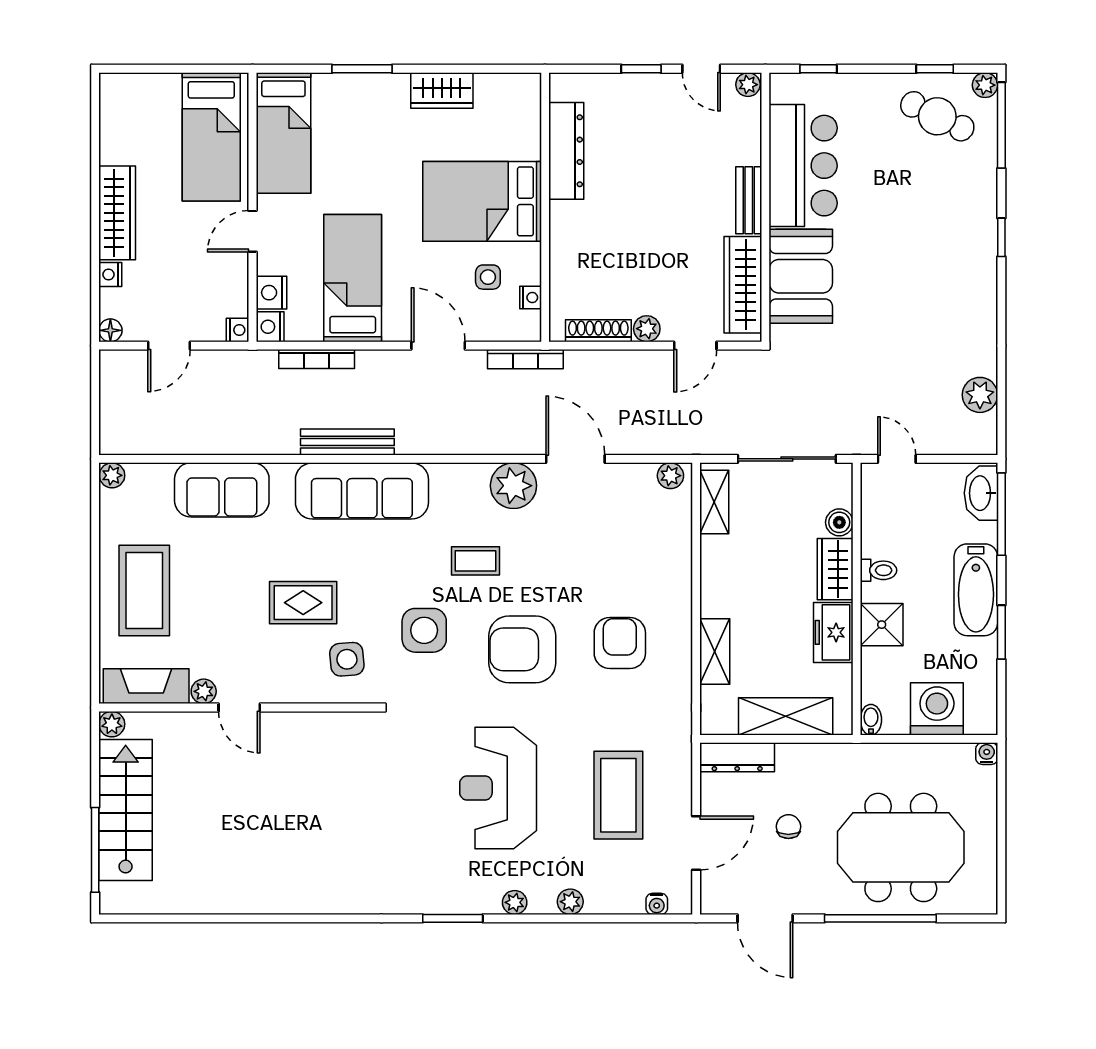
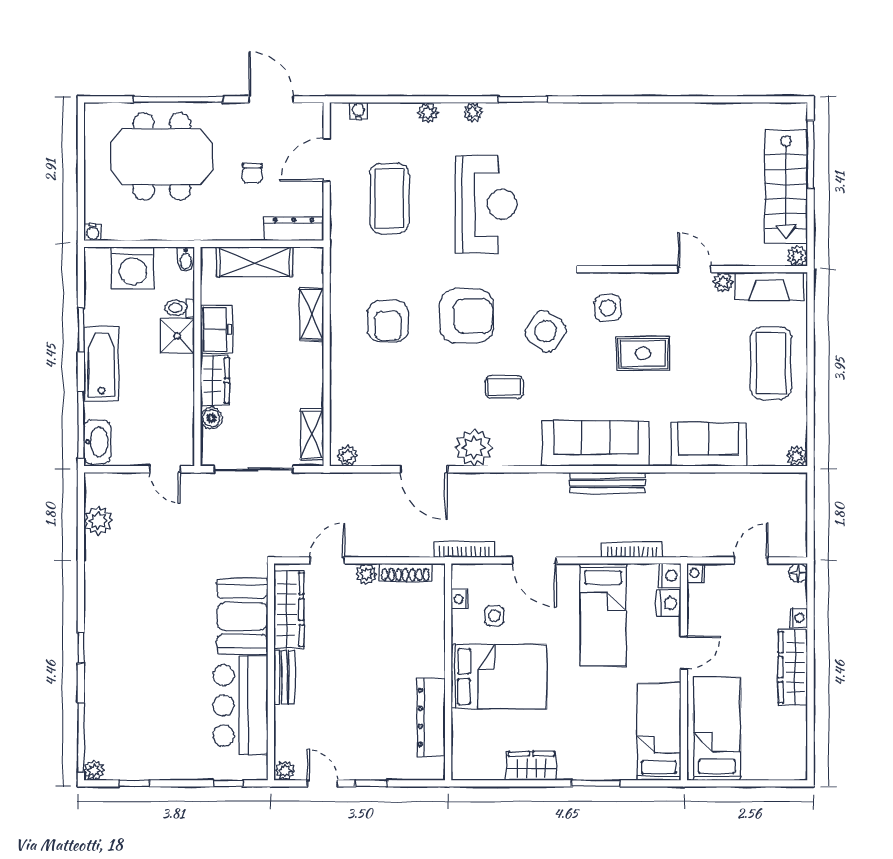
cafe table: (937, 116) -> (132, 745), removed
toilet: (879, 570) -> (180, 308), moved
side table: (424, 630) -> (546, 331), turned 34

